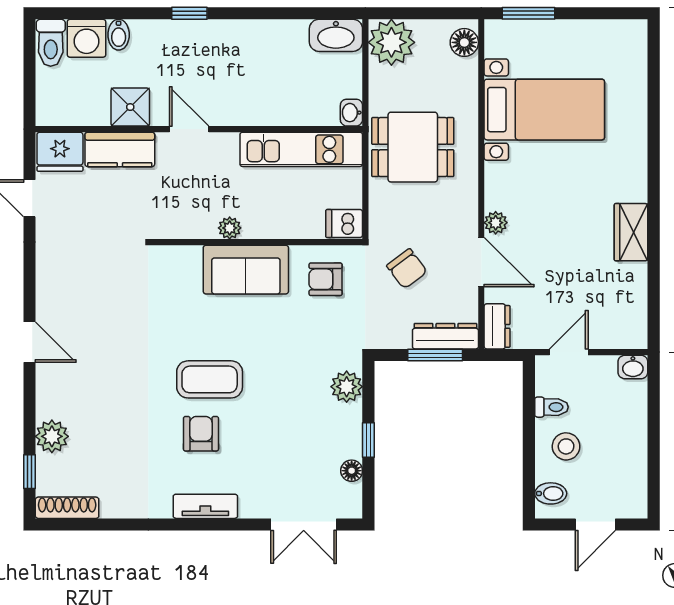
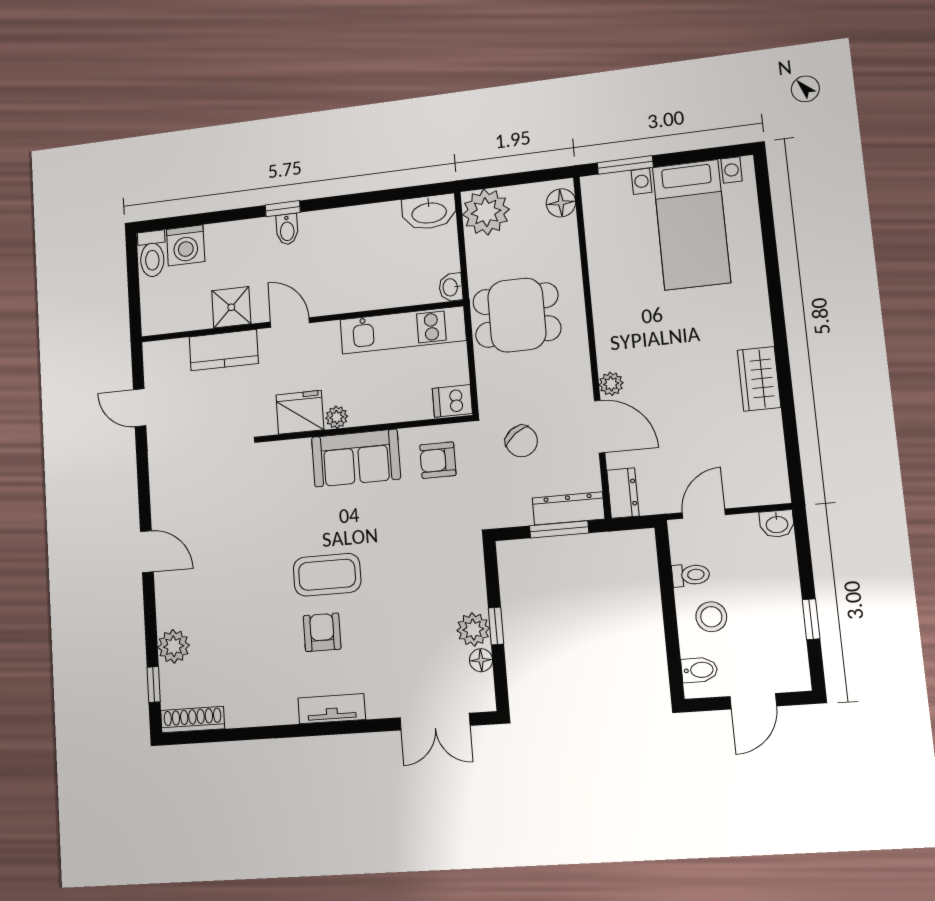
bidet: (119, 35) -> (287, 229), moved
bed with nightstands: (544, 110) -> (691, 225), moved, turned 90
fridge: (60, 152) -> (300, 412), moved, turned 180
plant: (347, 387) -> (473, 629), moved
window: (654, 455) -> (811, 619), added

